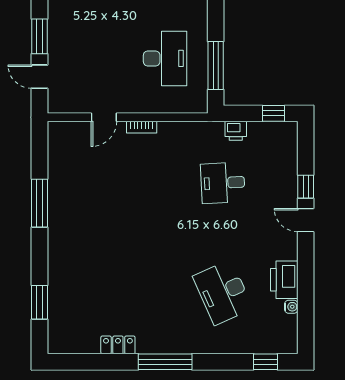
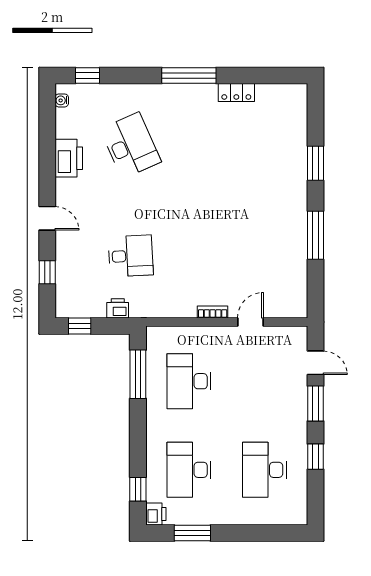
window: (306, 187) -> (47, 272), moved
window: (40, 302) -> (315, 163), moved
water cooler: (291, 307) -> (62, 100), moved

